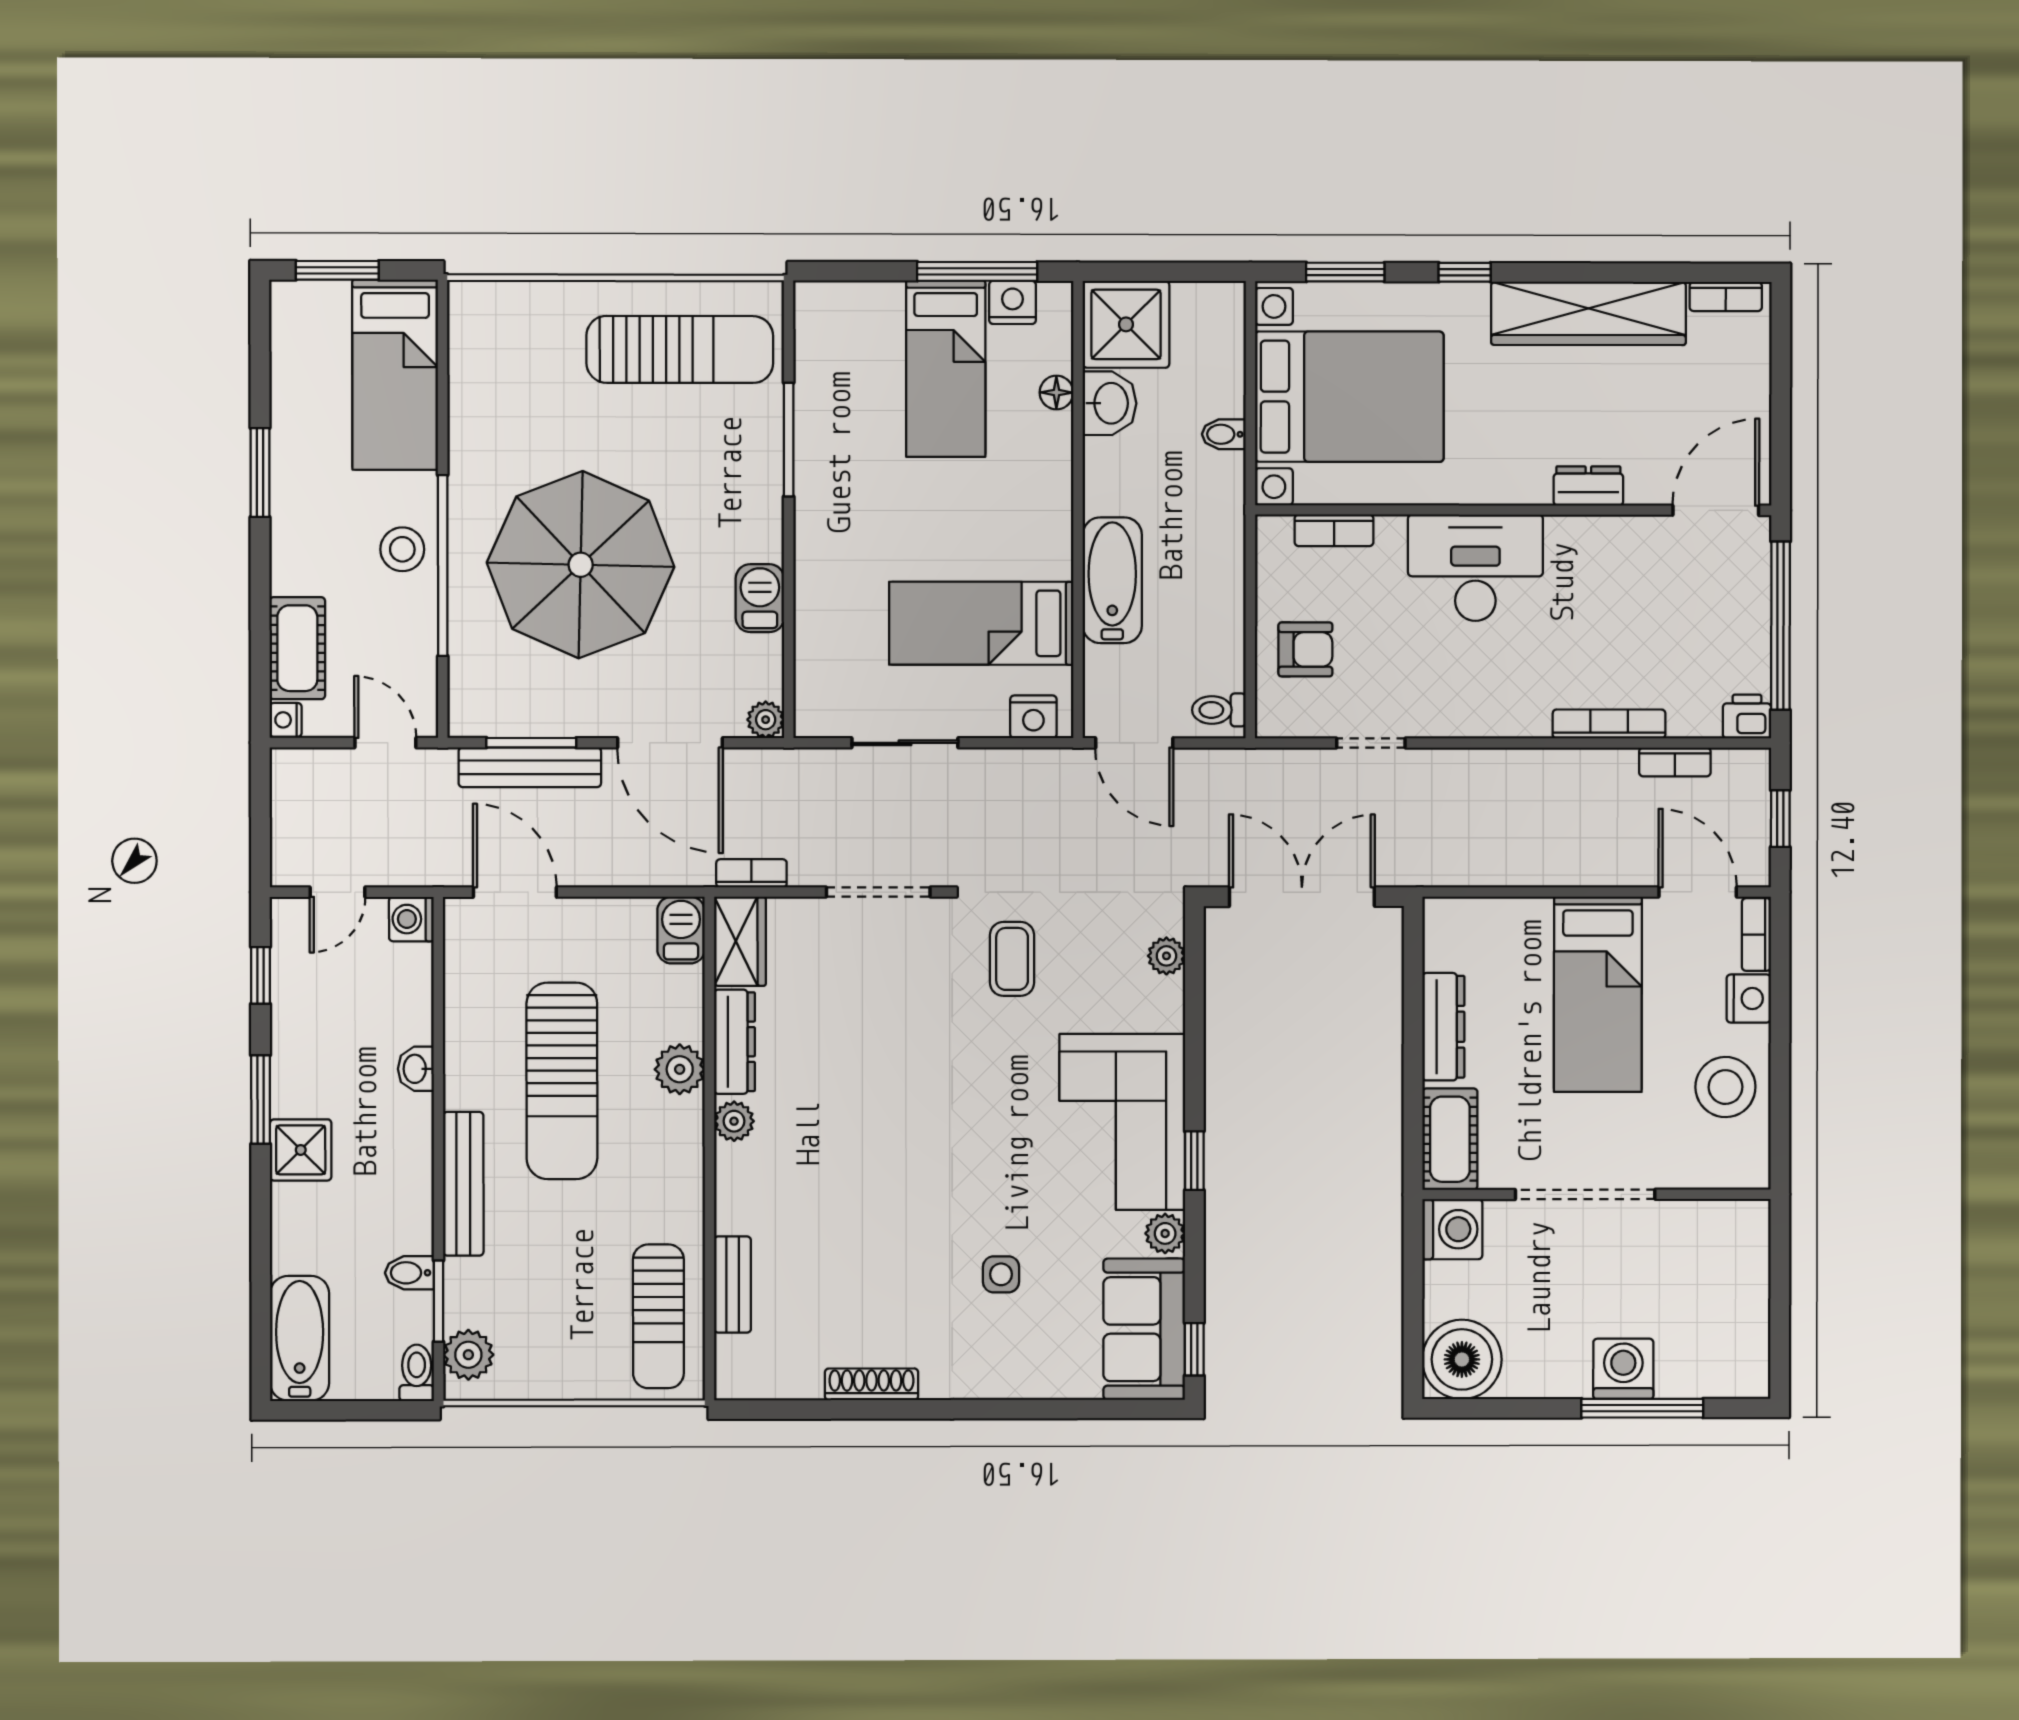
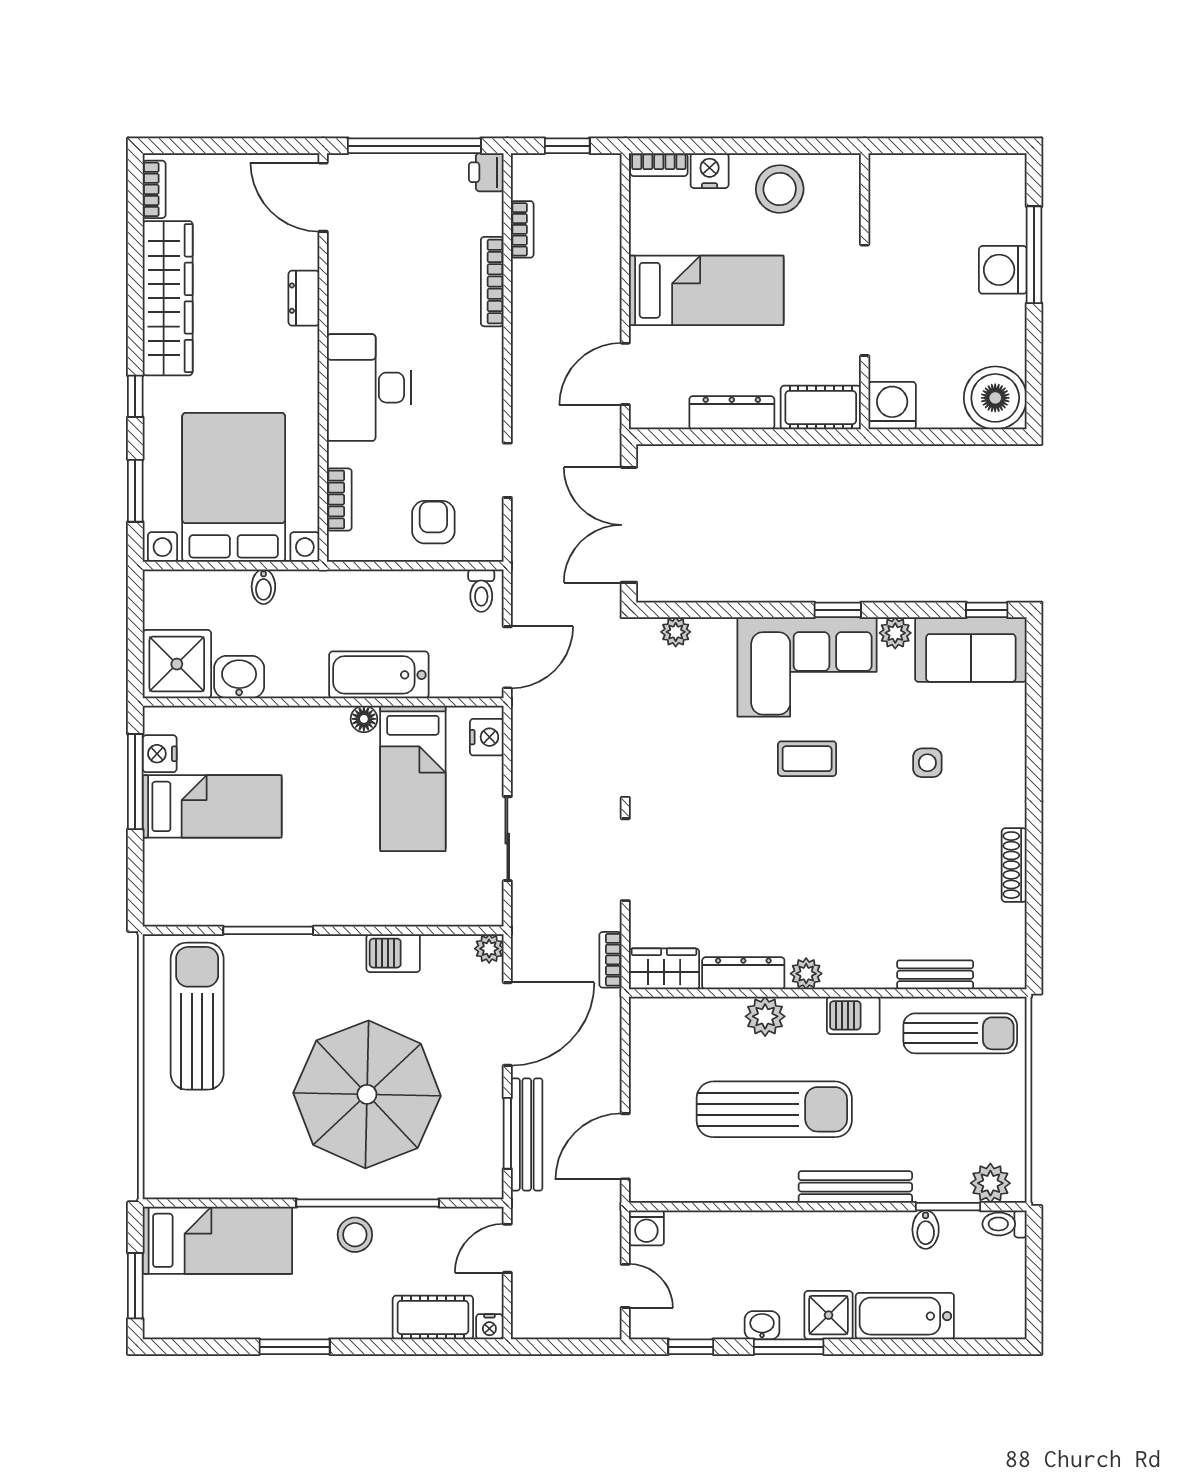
floor lamp: (1056, 392) -> (364, 719), moved
door: (1698, 892) -> (625, 374), moved
barbecue: (681, 930) -> (853, 1015), moved
coffee table: (1012, 959) -> (807, 759), moved
washbasin: (416, 1069) -> (762, 1325), moved, turned 180
bathtub: (300, 1338) -> (905, 1316), moved

